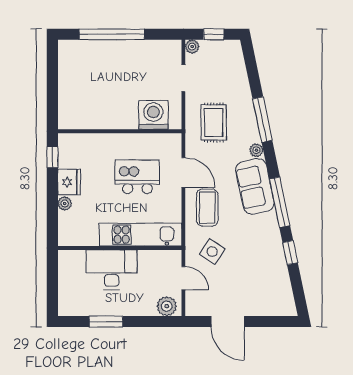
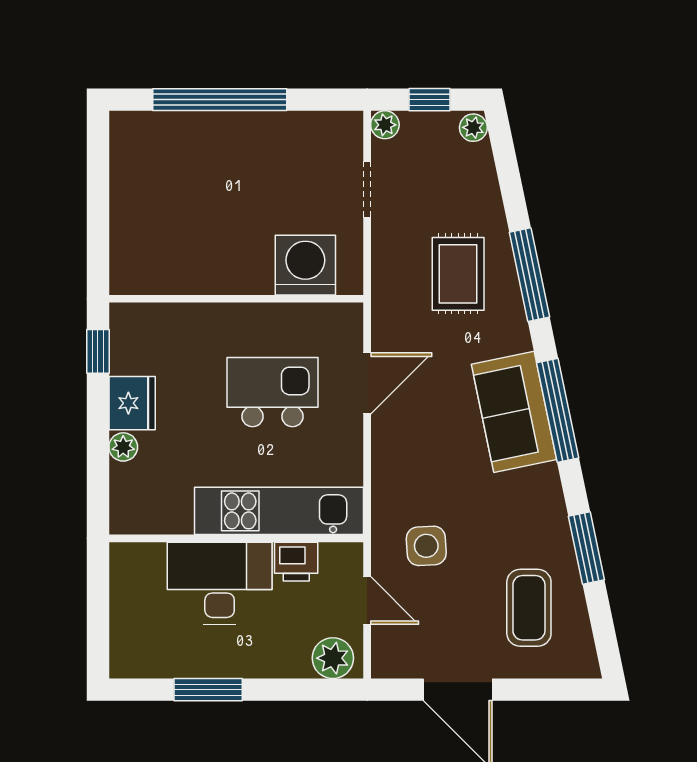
rug: (214, 123) -> (458, 274), moved
plant: (256, 150) -> (473, 128), moved
door: (183, 173) -> (367, 383), hinge flipped
window: (280, 202) -> (558, 410), moved
coffee table: (207, 208) -> (529, 608), moved
side table: (212, 252) -> (426, 546), turned -36
window: (290, 253) -> (586, 548), width x1.50
printer: (149, 259) -> (296, 562), added

